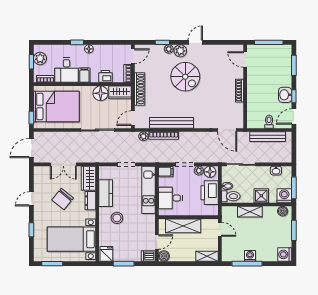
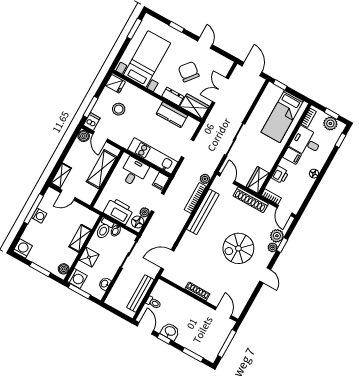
window: (77, 42) -> (341, 140), moved
plant: (180, 51) -> (277, 236), moved
door: (245, 60) -> (223, 313), hinge flipped
floor lamp: (101, 93) -> (267, 161), removed
bed: (56, 107) -> (282, 116), width x0.67
stool: (117, 218) -> (119, 109), moved
door: (220, 229) -> (68, 195), moved
window: (124, 264) -> (91, 107), moved

